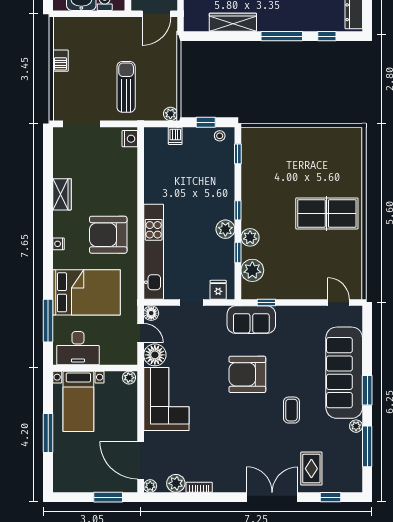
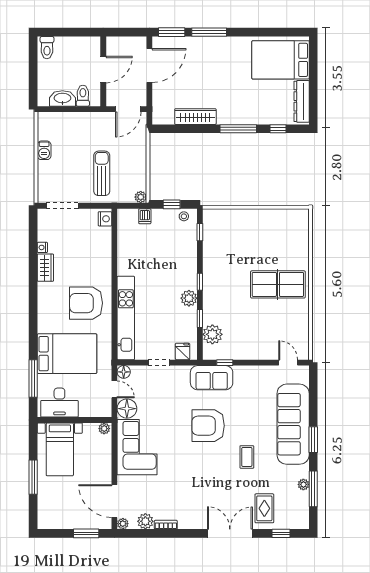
plant: (250, 237) -> (210, 305), removed
nightstand: (58, 244) -> (42, 247), moved
plant: (356, 426) -> (303, 484), moved

